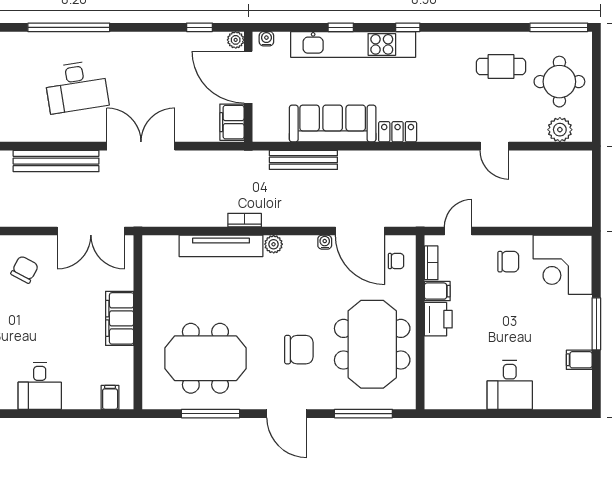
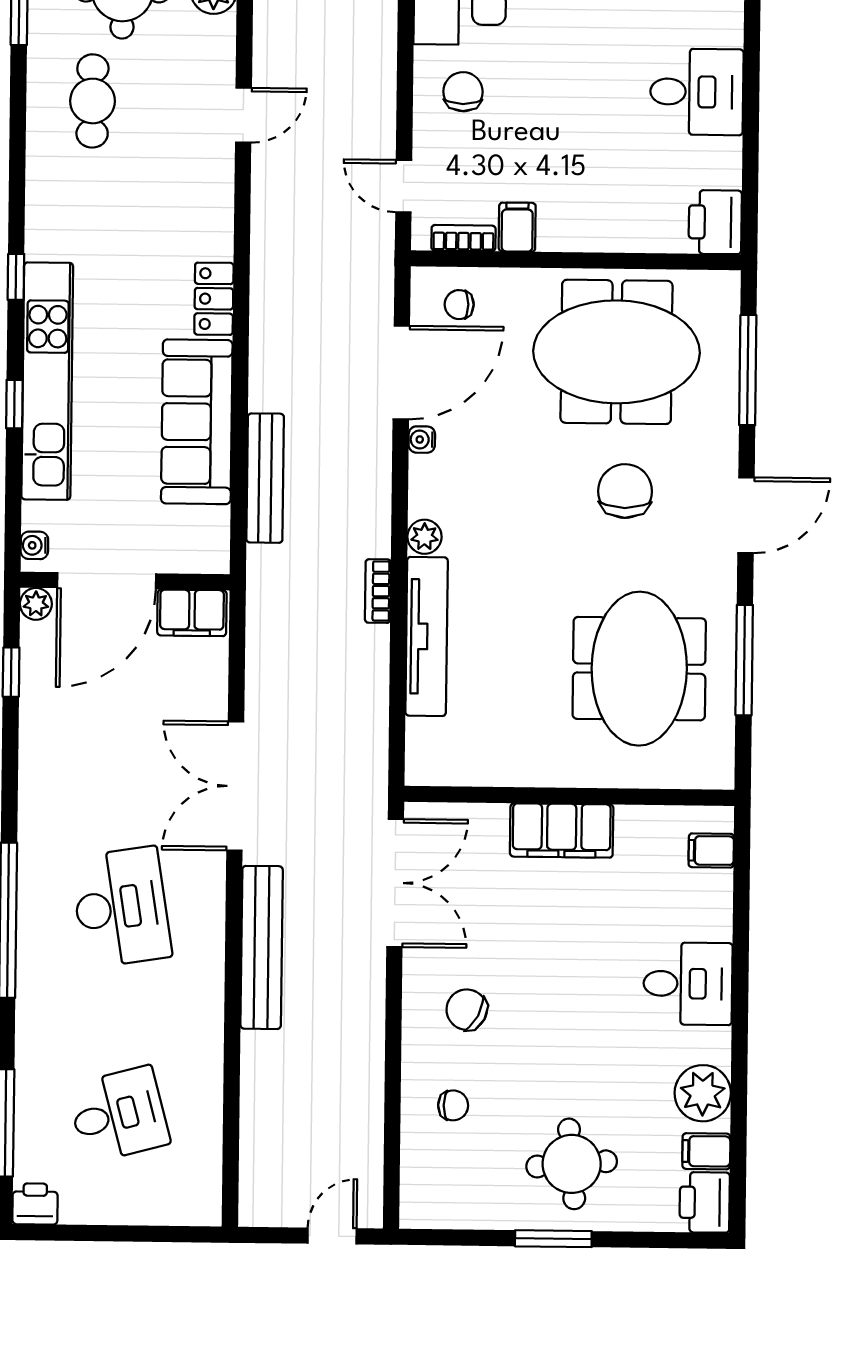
chair: (396, 261) -> (459, 305), turned -90
printer: (438, 319) -> (715, 222), moved, turned -90

